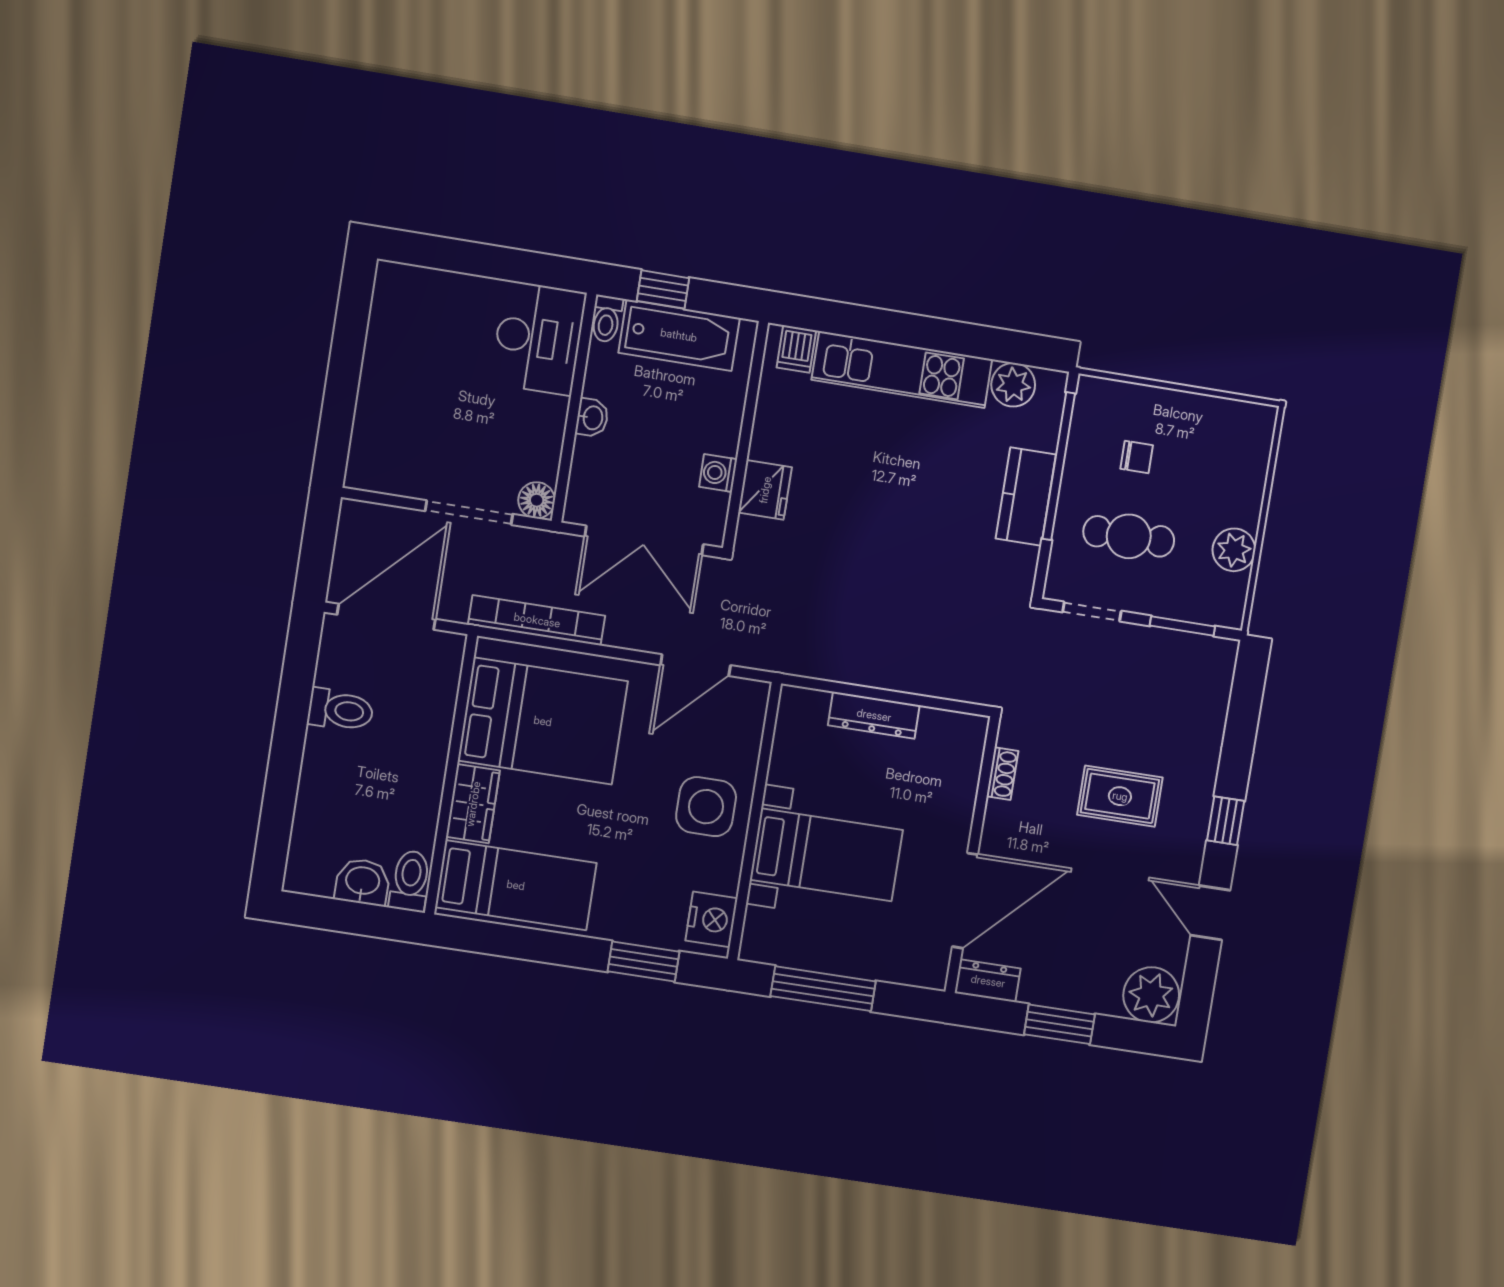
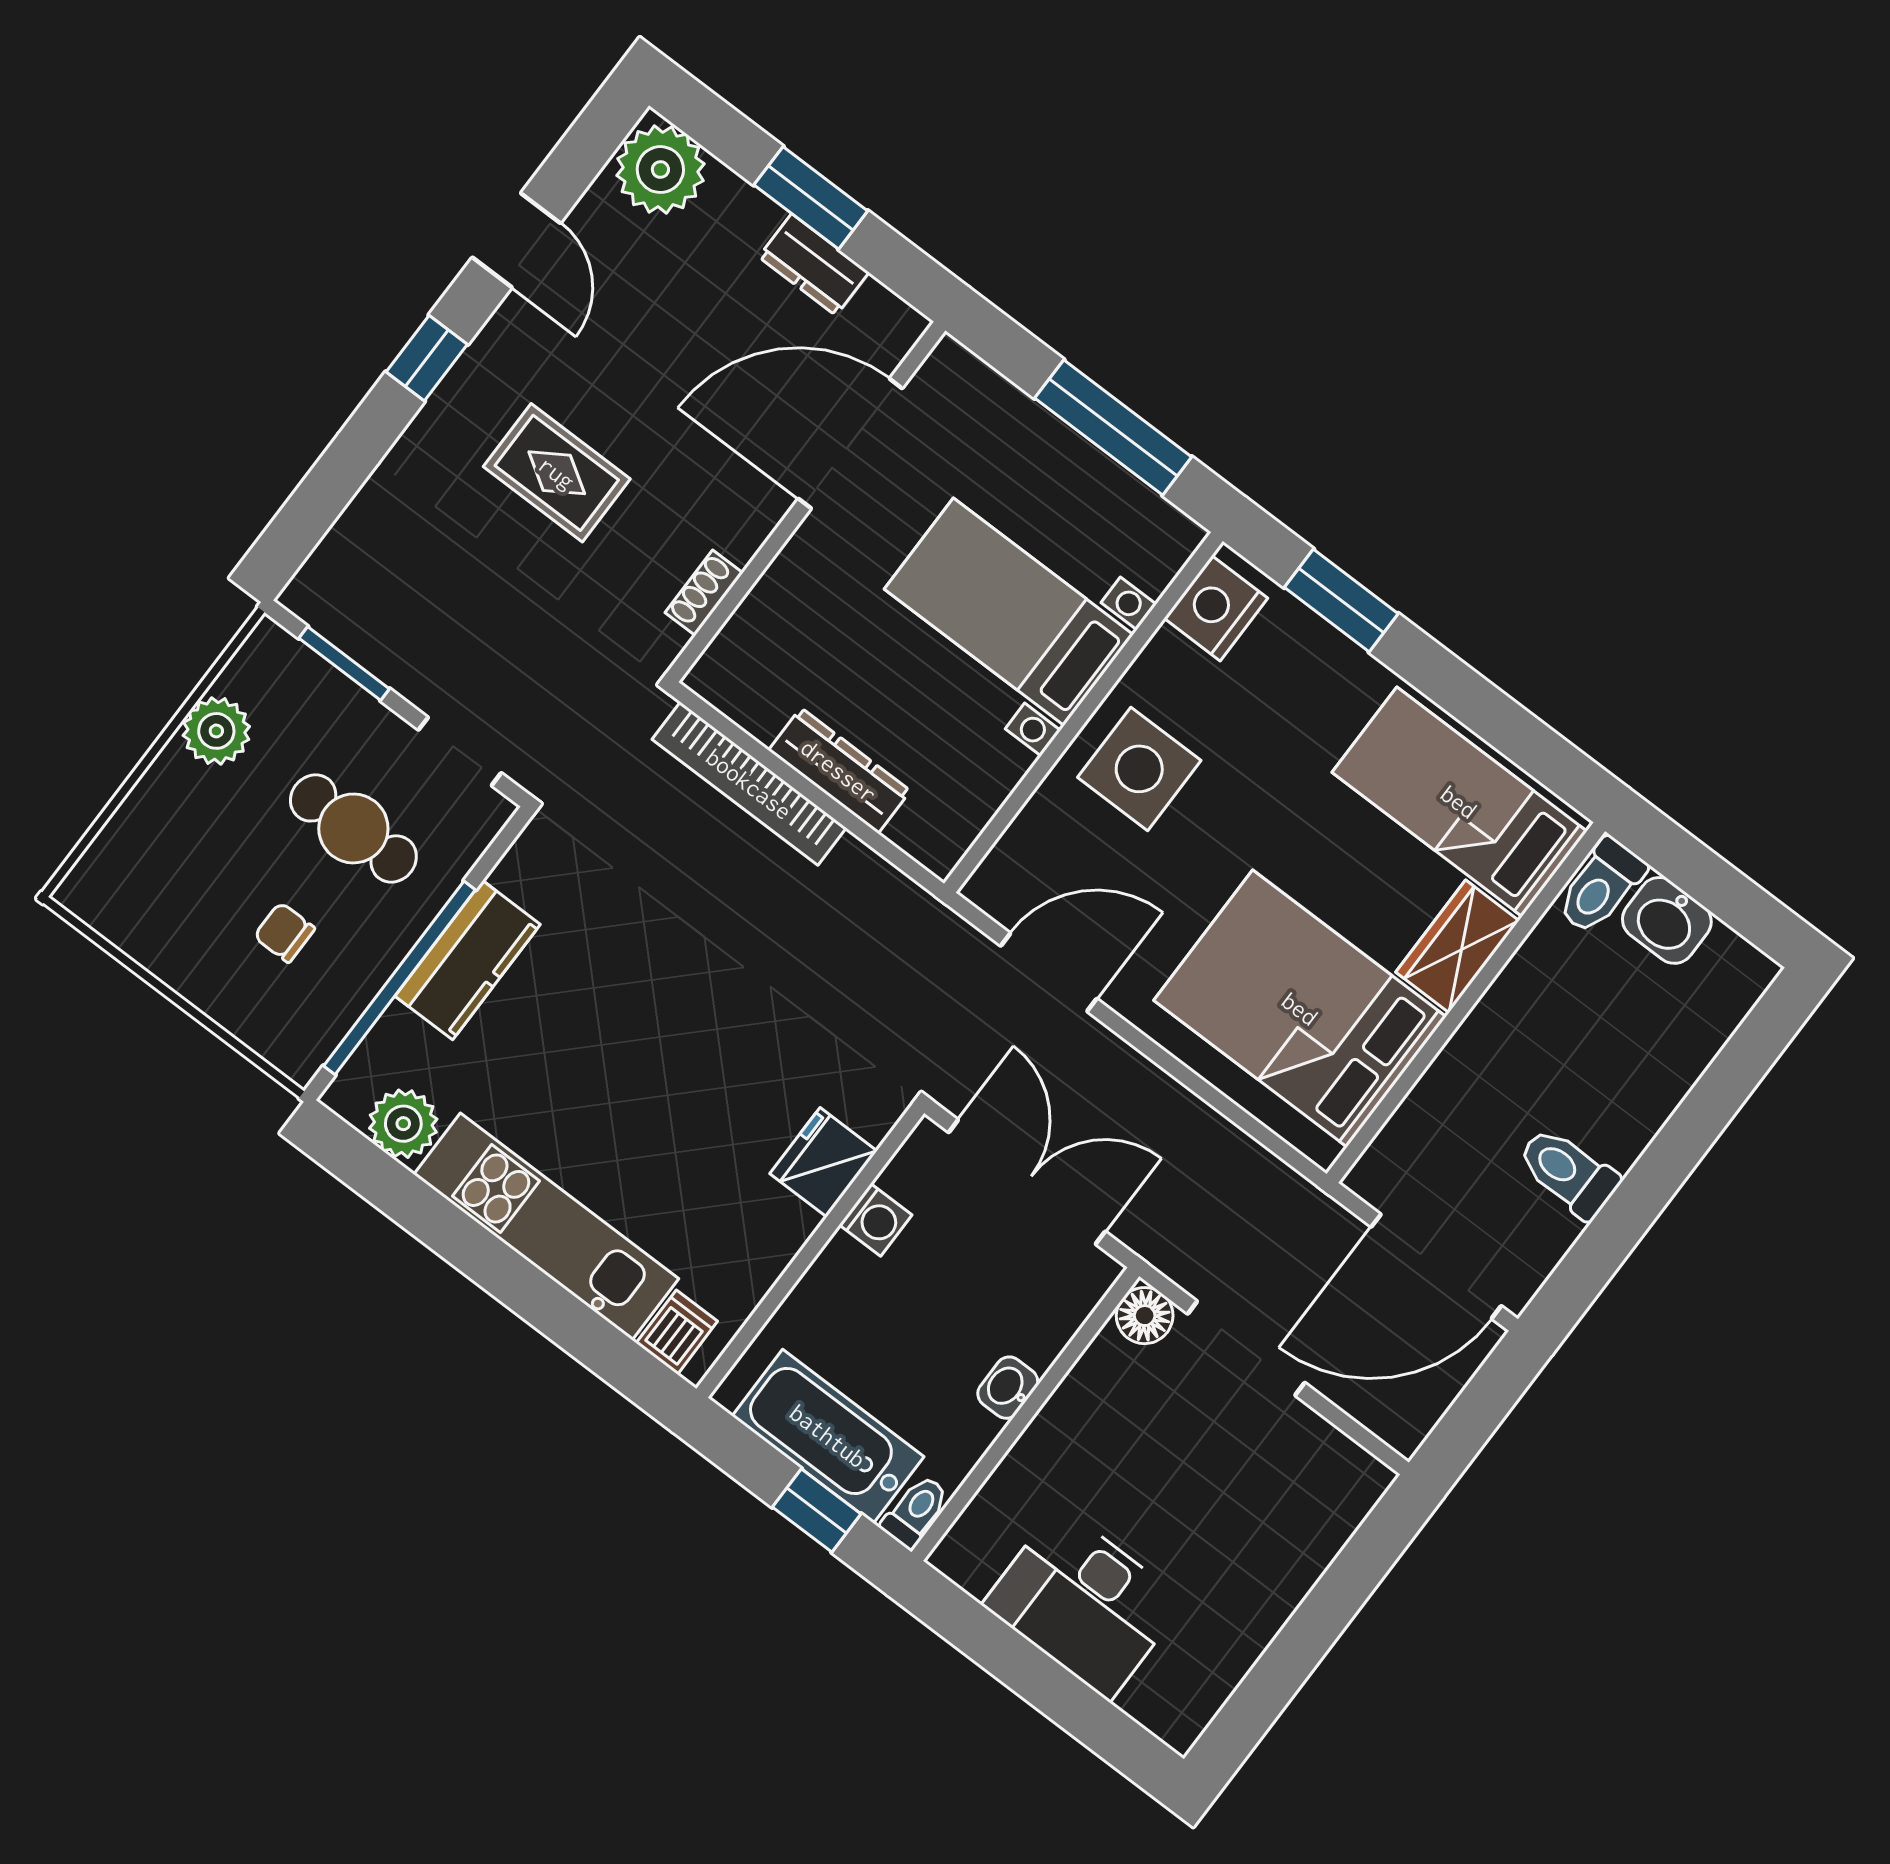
desk: (538, 338) -> (1084, 1603), moved, turned -90
bookcase: (537, 620) -> (749, 784), moved
dresser: (988, 981) -> (814, 265), moved

